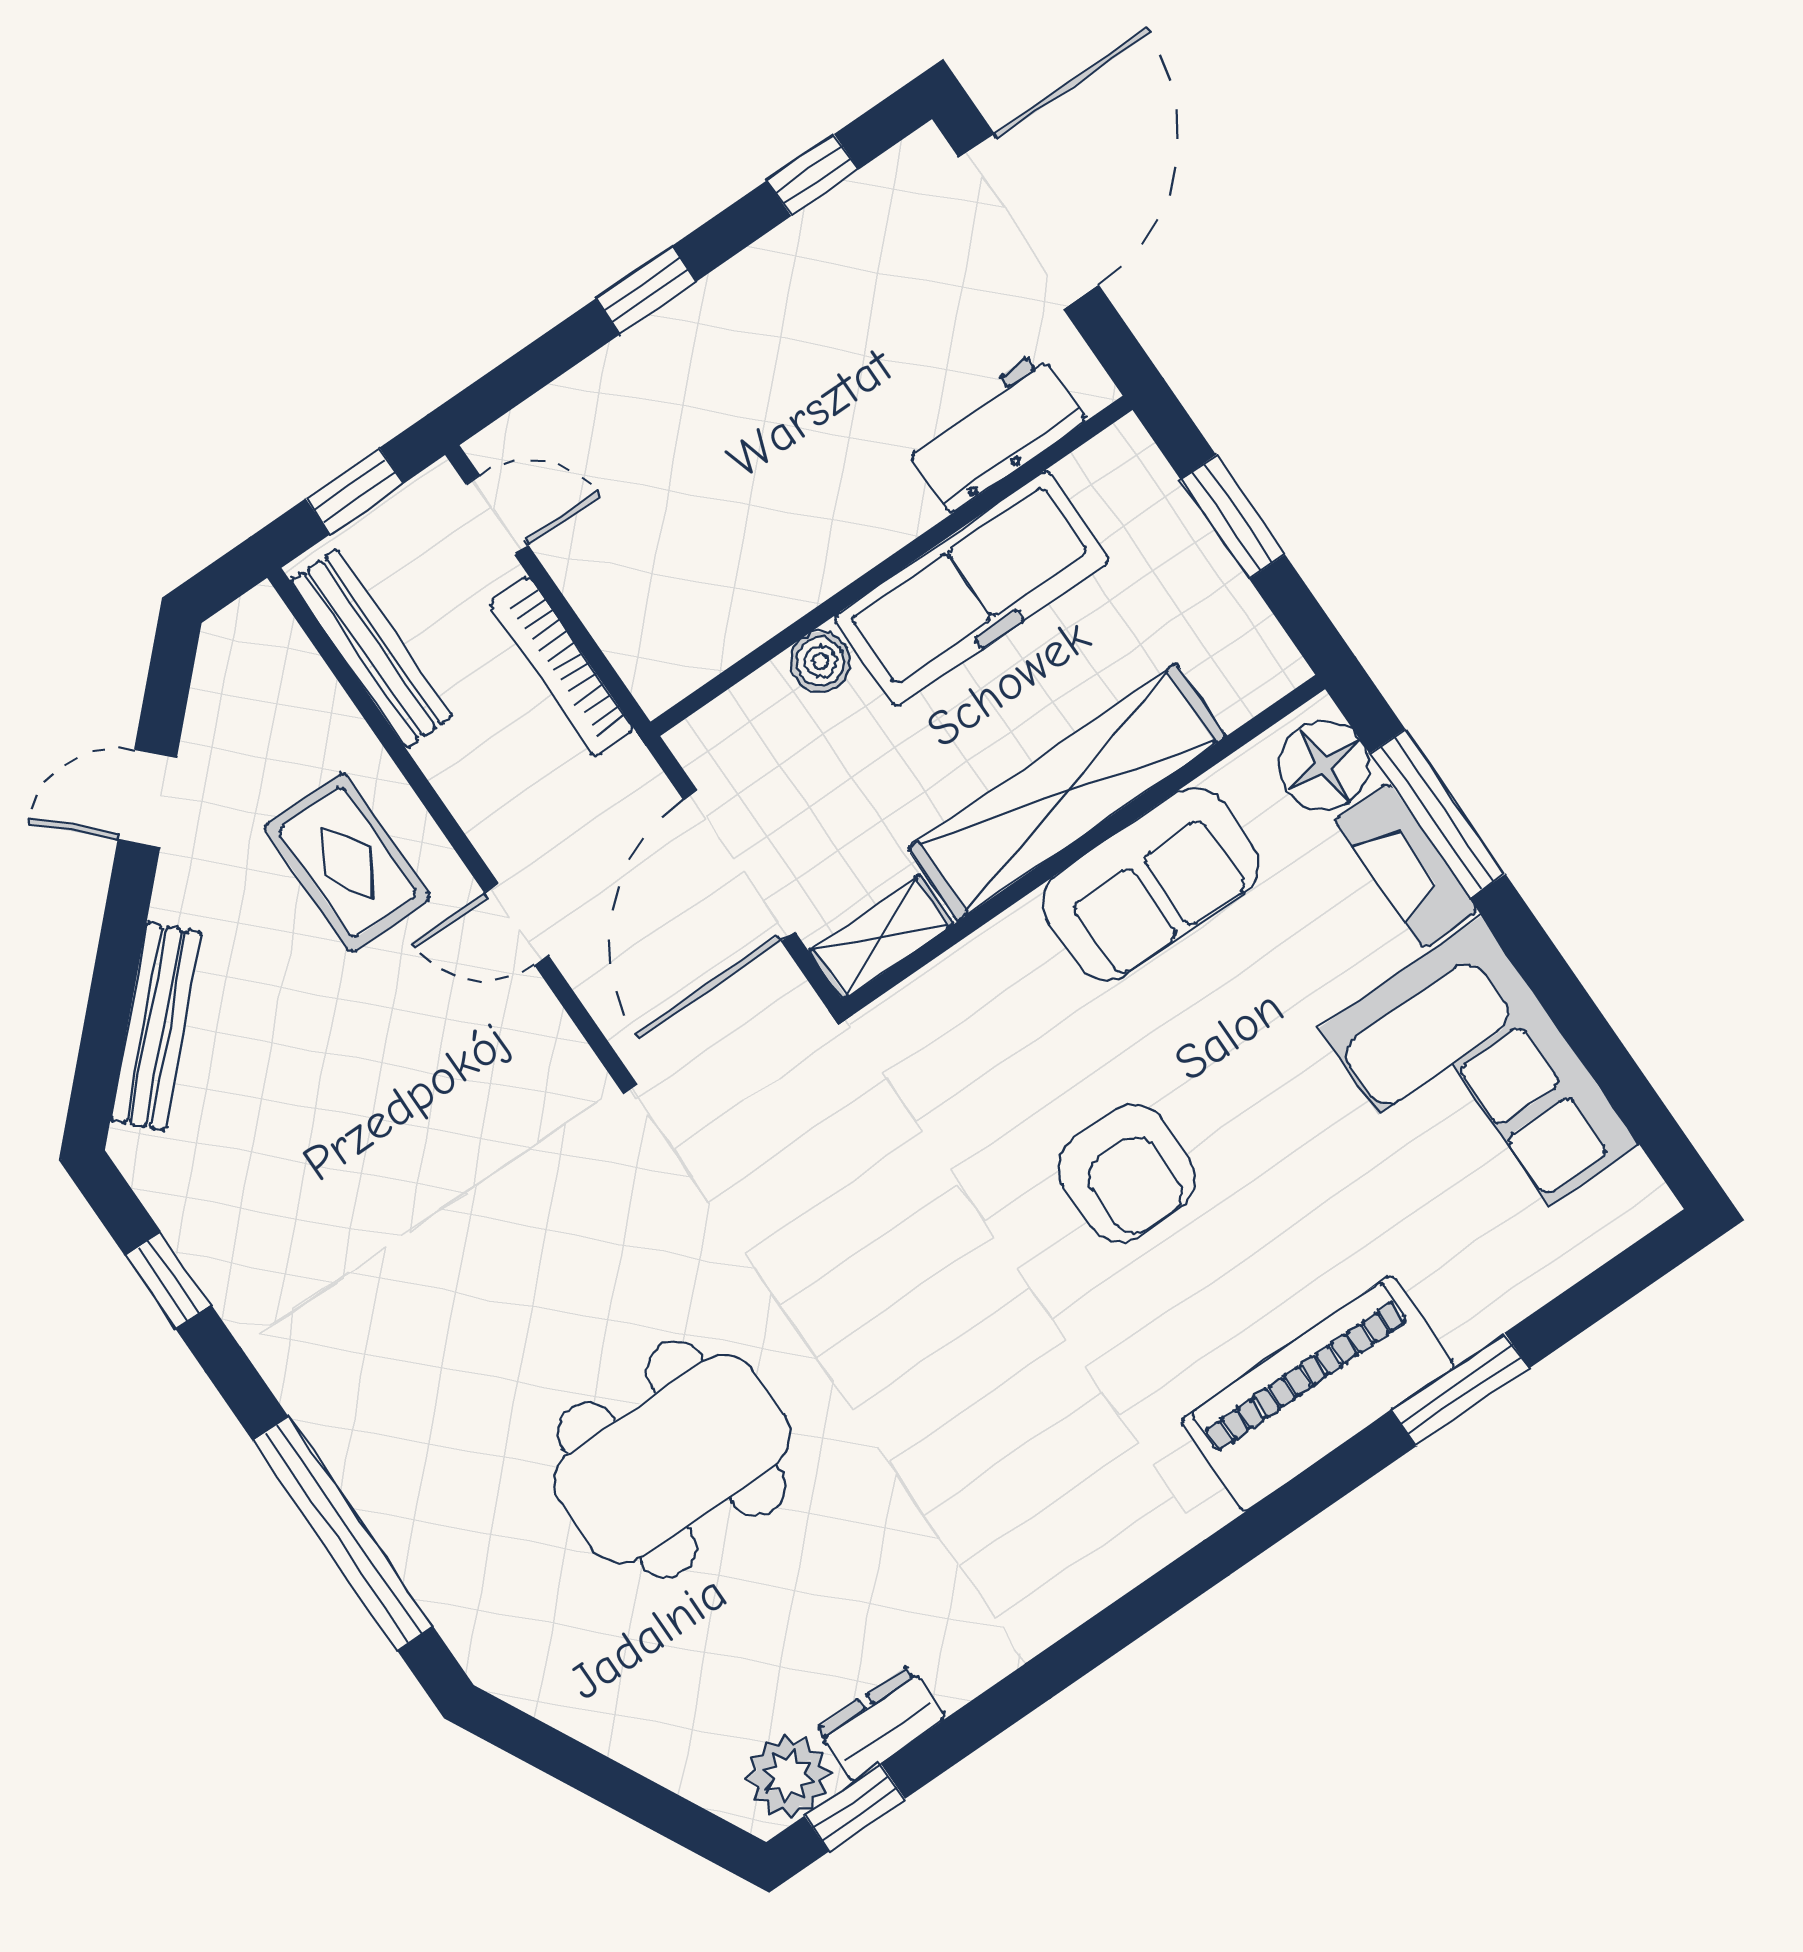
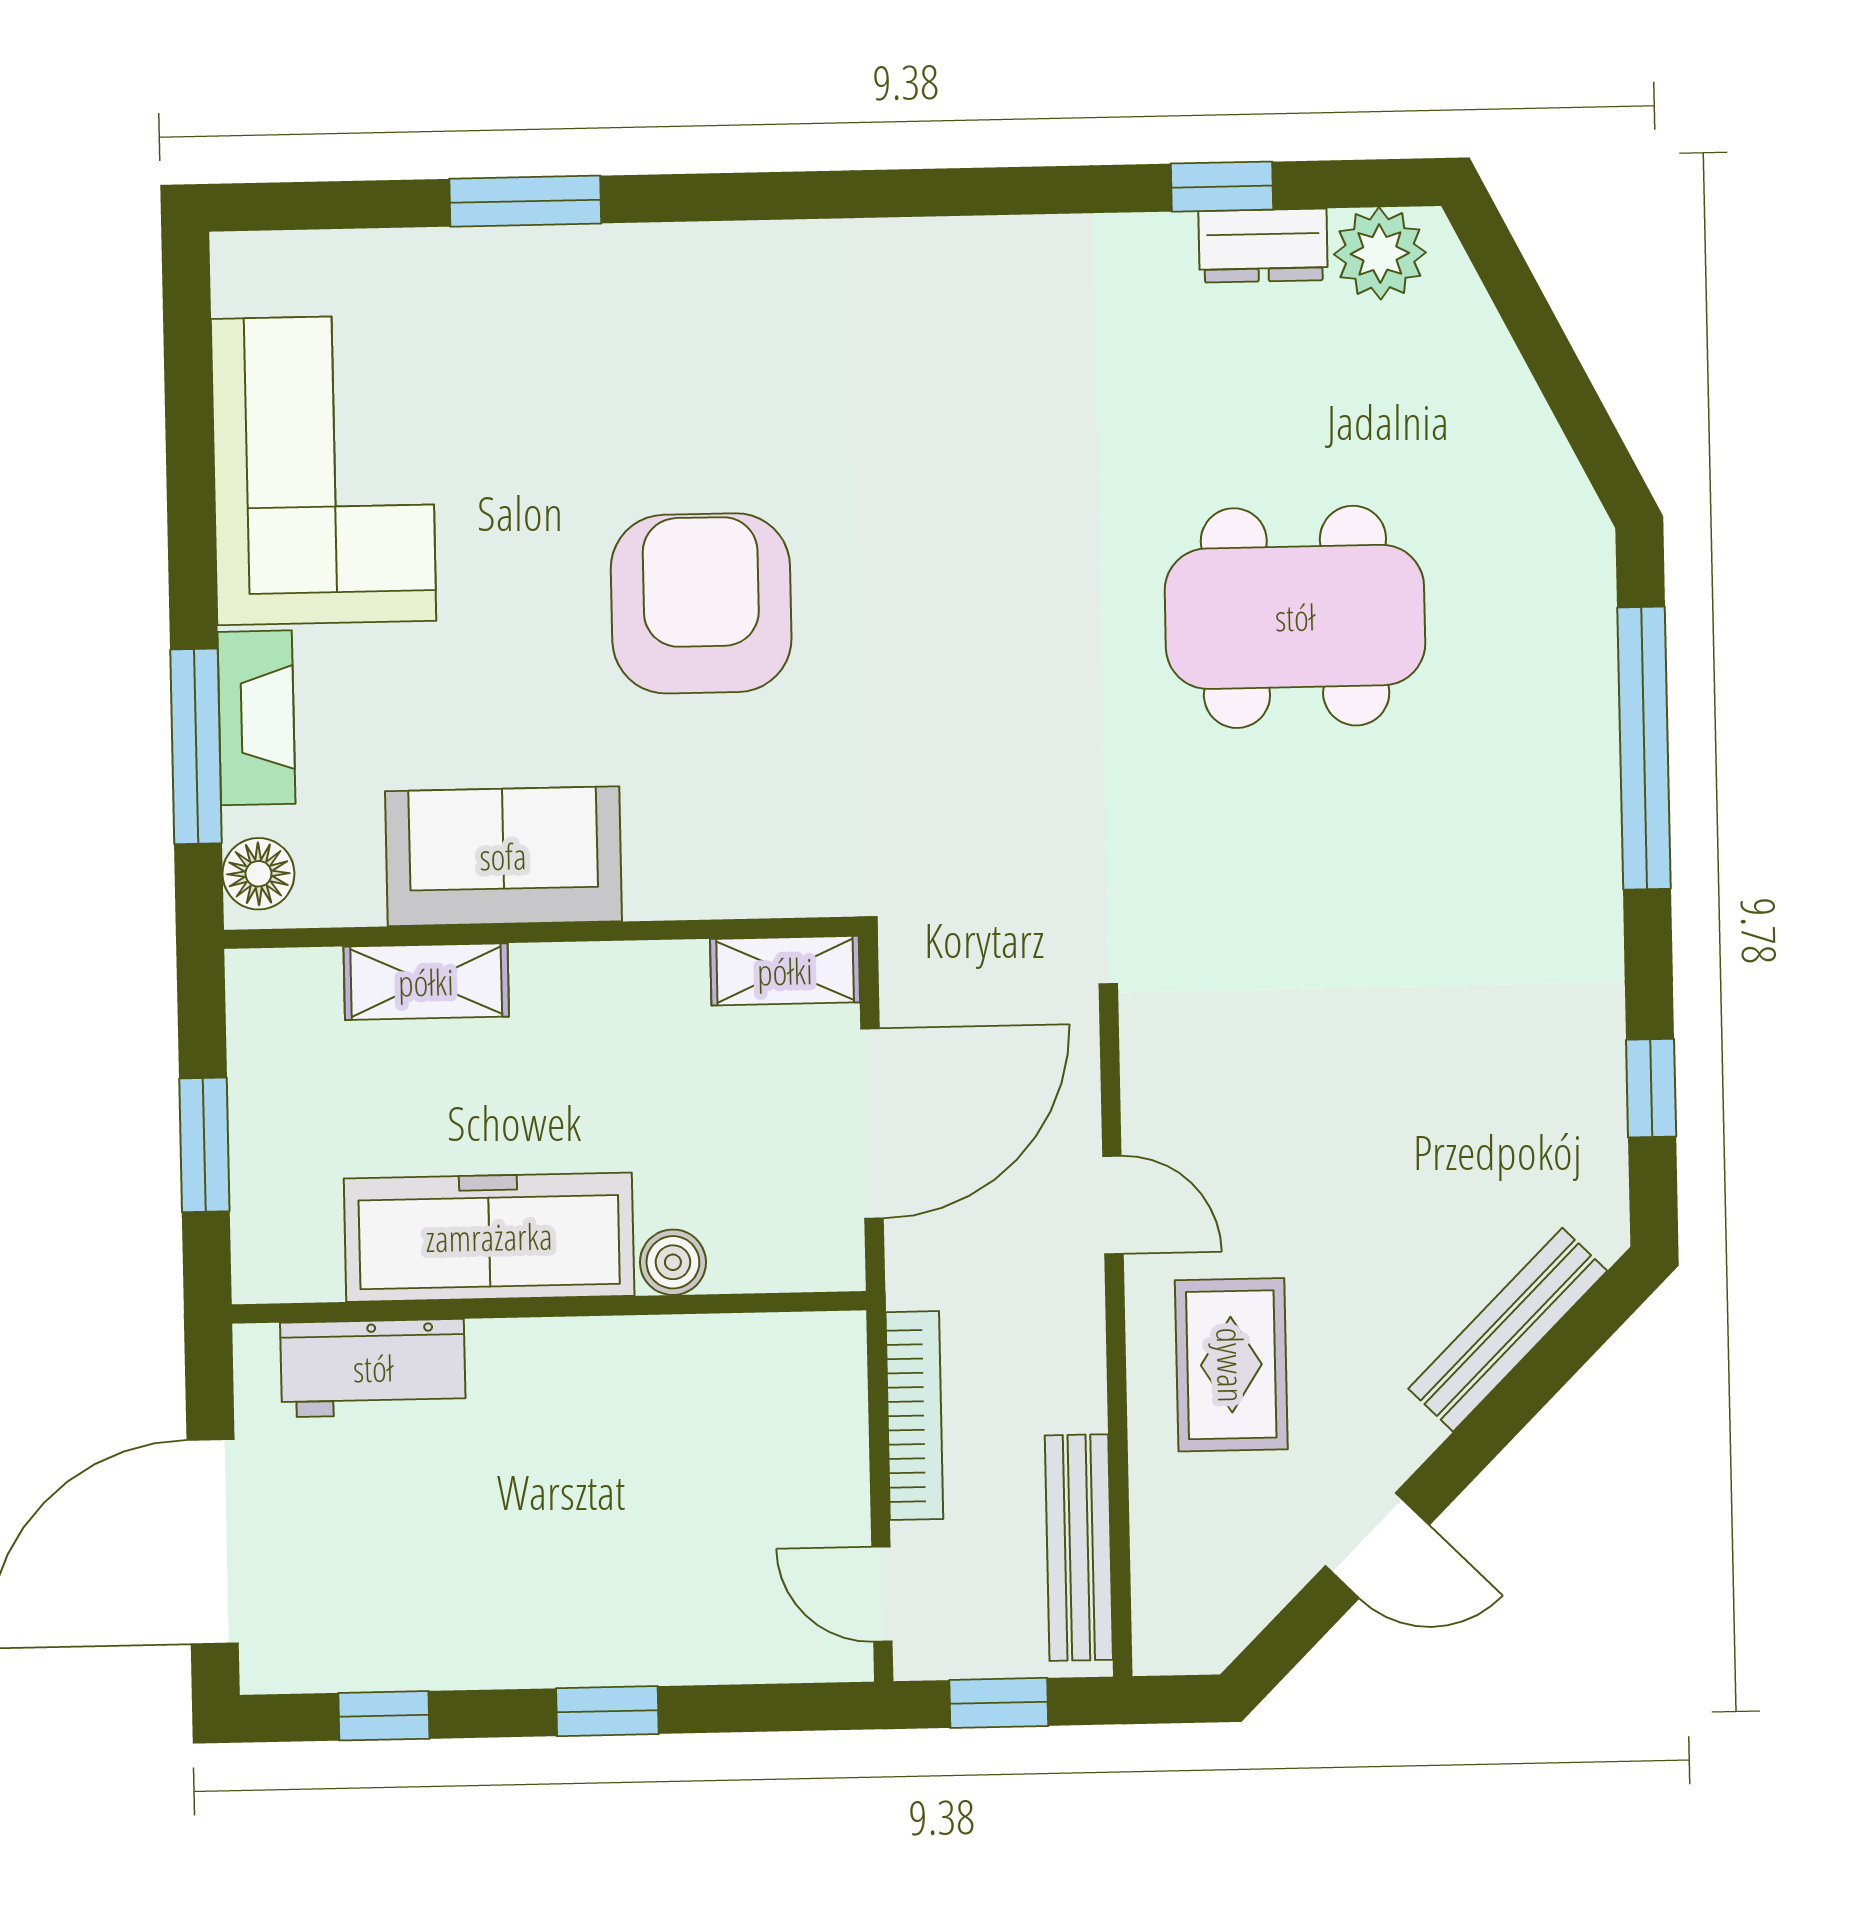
floor lamp: (1324, 766) -> (258, 874), width x0.73, depth x0.73
shelving: (1067, 792) -> (426, 982), width x0.45, depth x0.75
armchair: (1127, 1173) -> (701, 603), width x1.36, depth x1.36
piano: (1318, 1394) -> (659, 284), removed
window: (855, 1807) -> (1222, 187), moved

